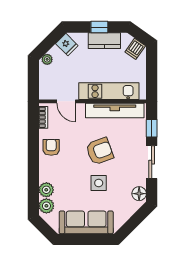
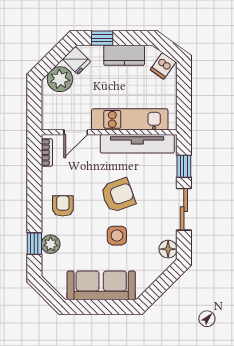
window: (99, 27) -> (102, 38), moved
plant: (47, 59) -> (60, 79), width x1.87, depth x1.87
door: (66, 101) -> (76, 132), hinge flipped
armchair: (51, 147) -> (63, 206), moved
window: (33, 189) -> (34, 244), added
plant: (46, 206) -> (51, 264), removed

